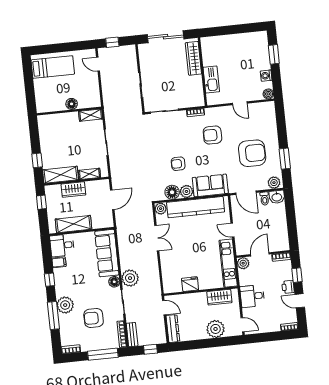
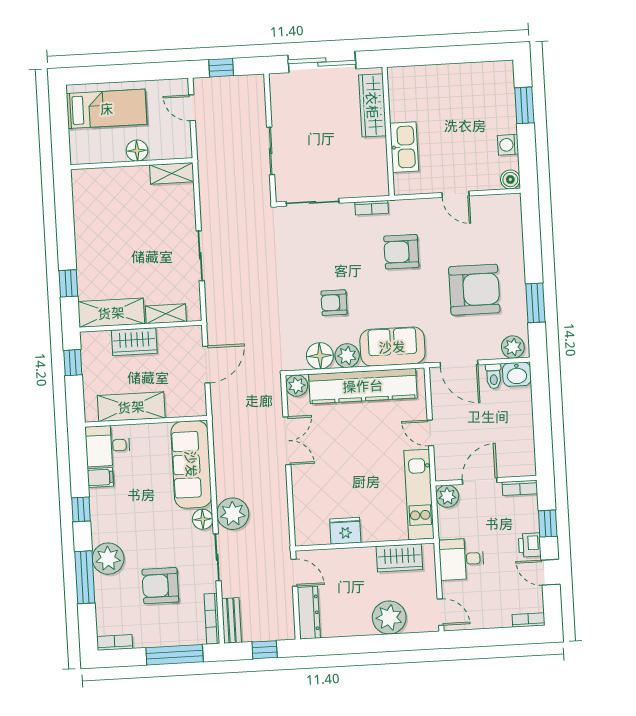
floor lamp: (72, 104) -> (137, 151), moved
wall: (69, 111) -> (132, 164), moved
shelving: (91, 115) -> (172, 173), moved

